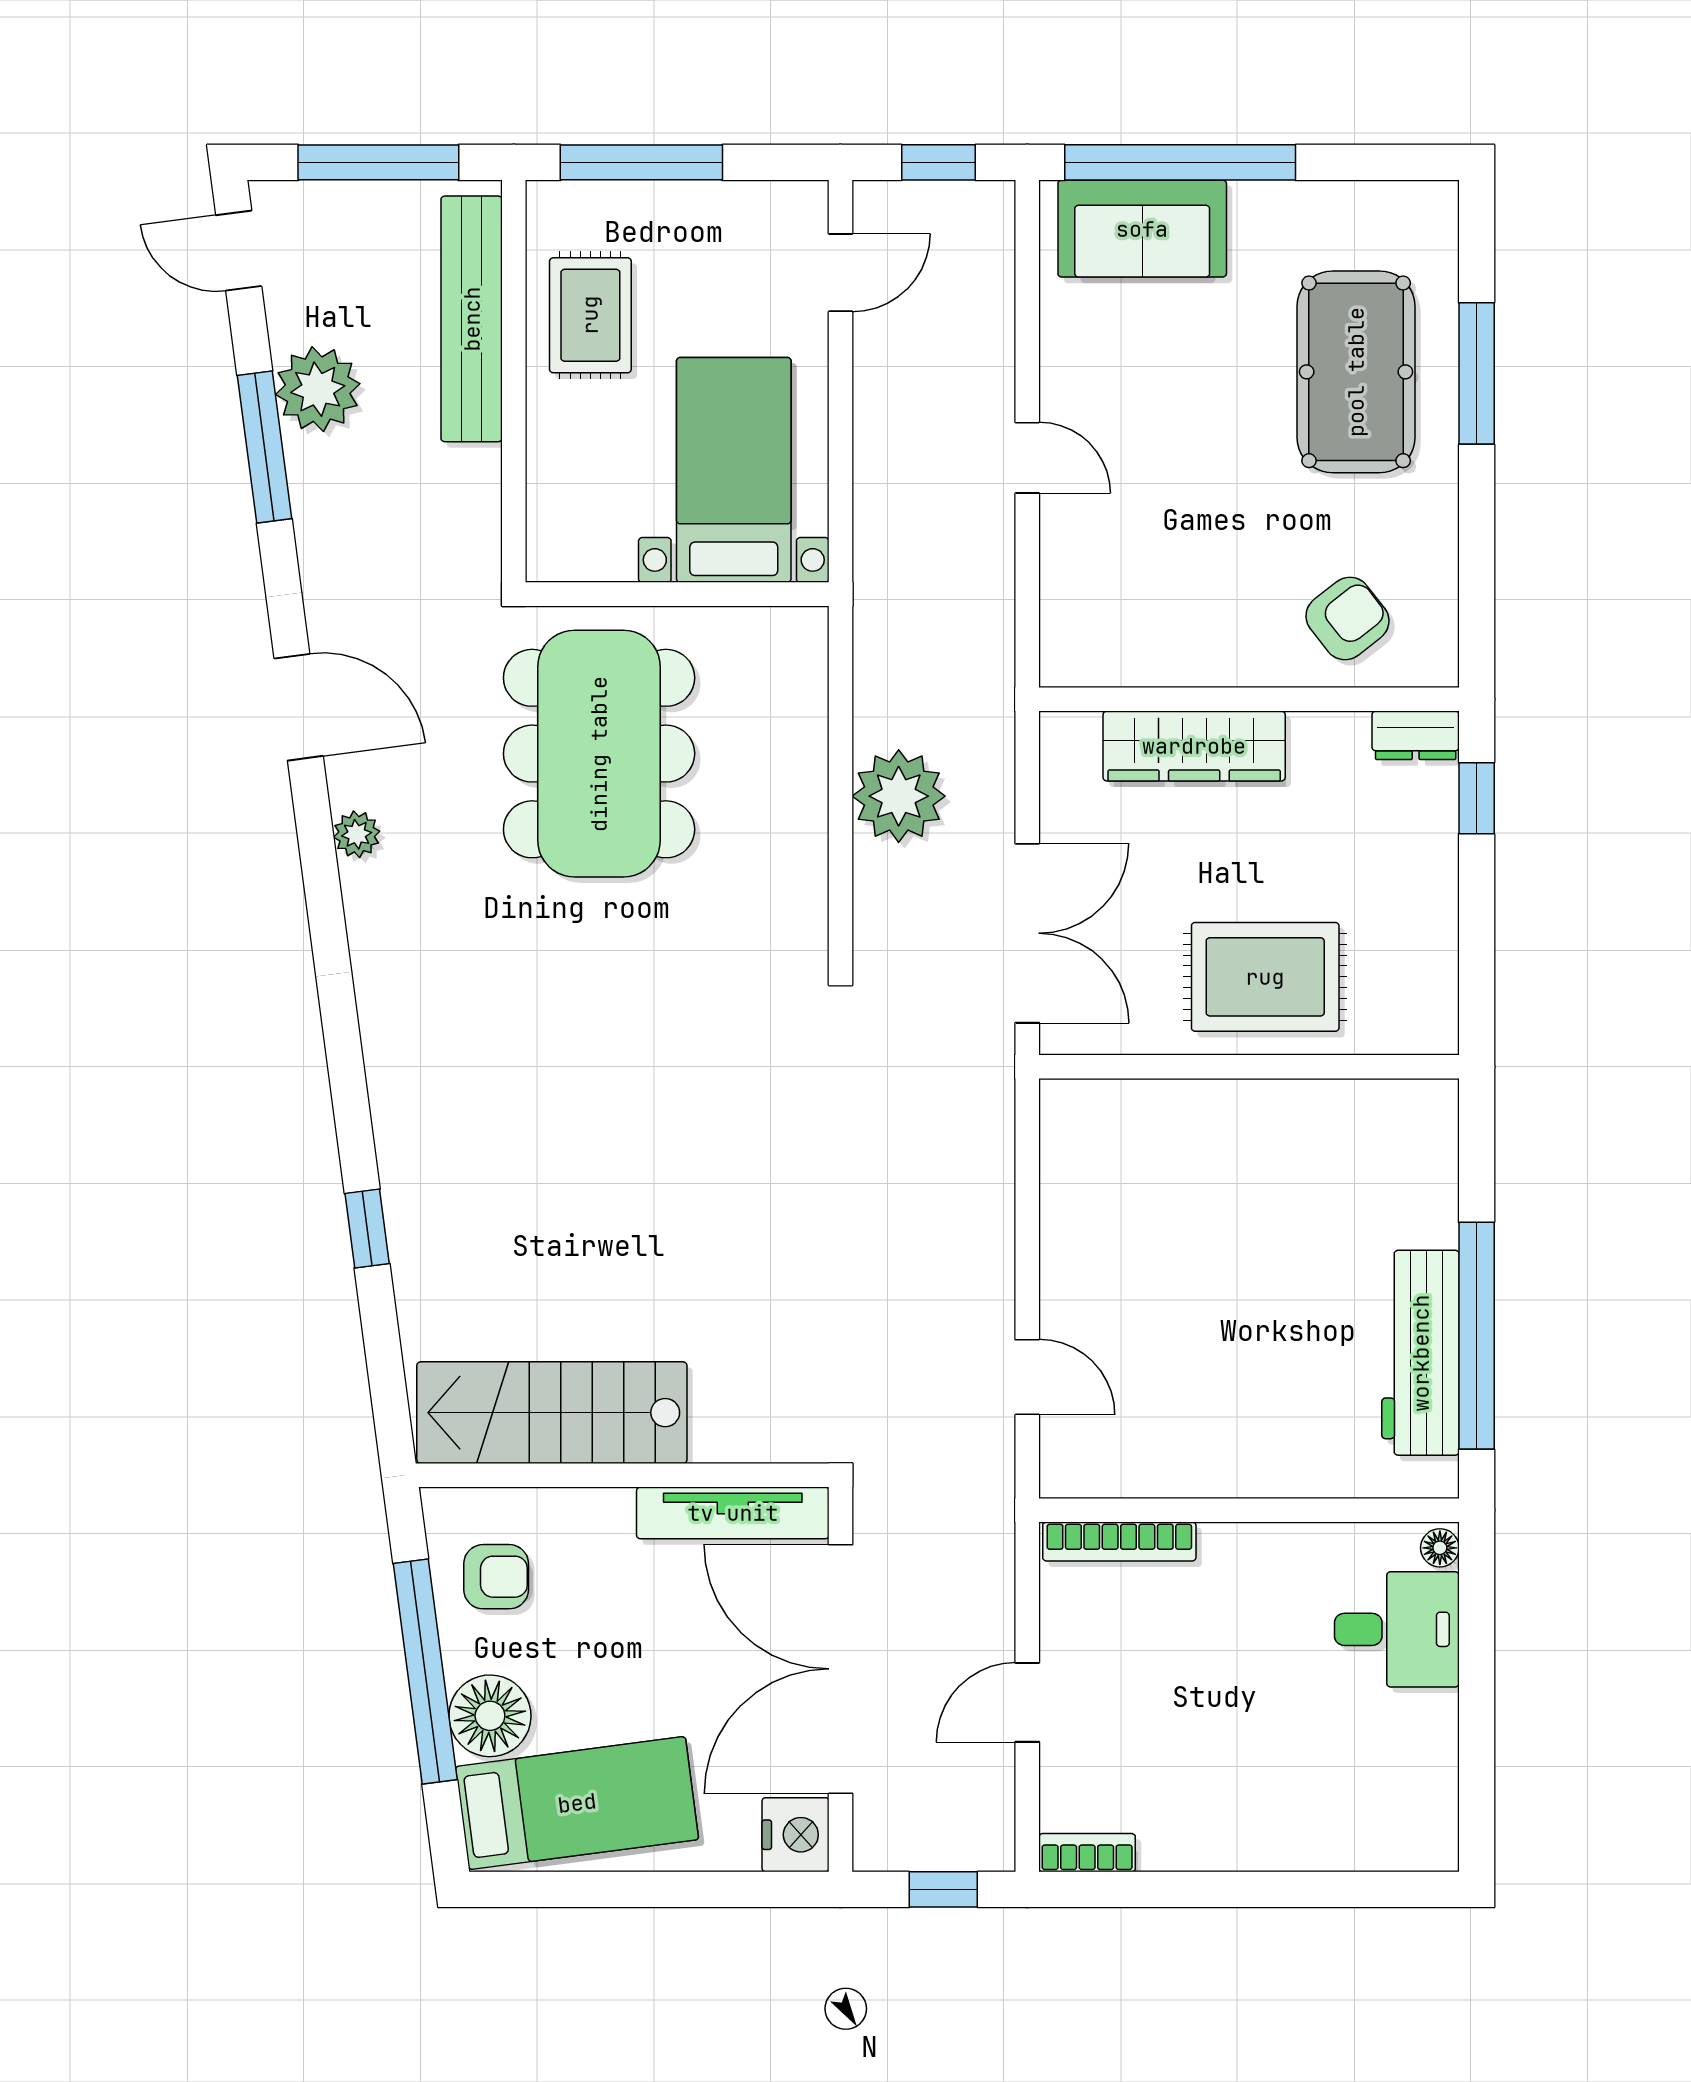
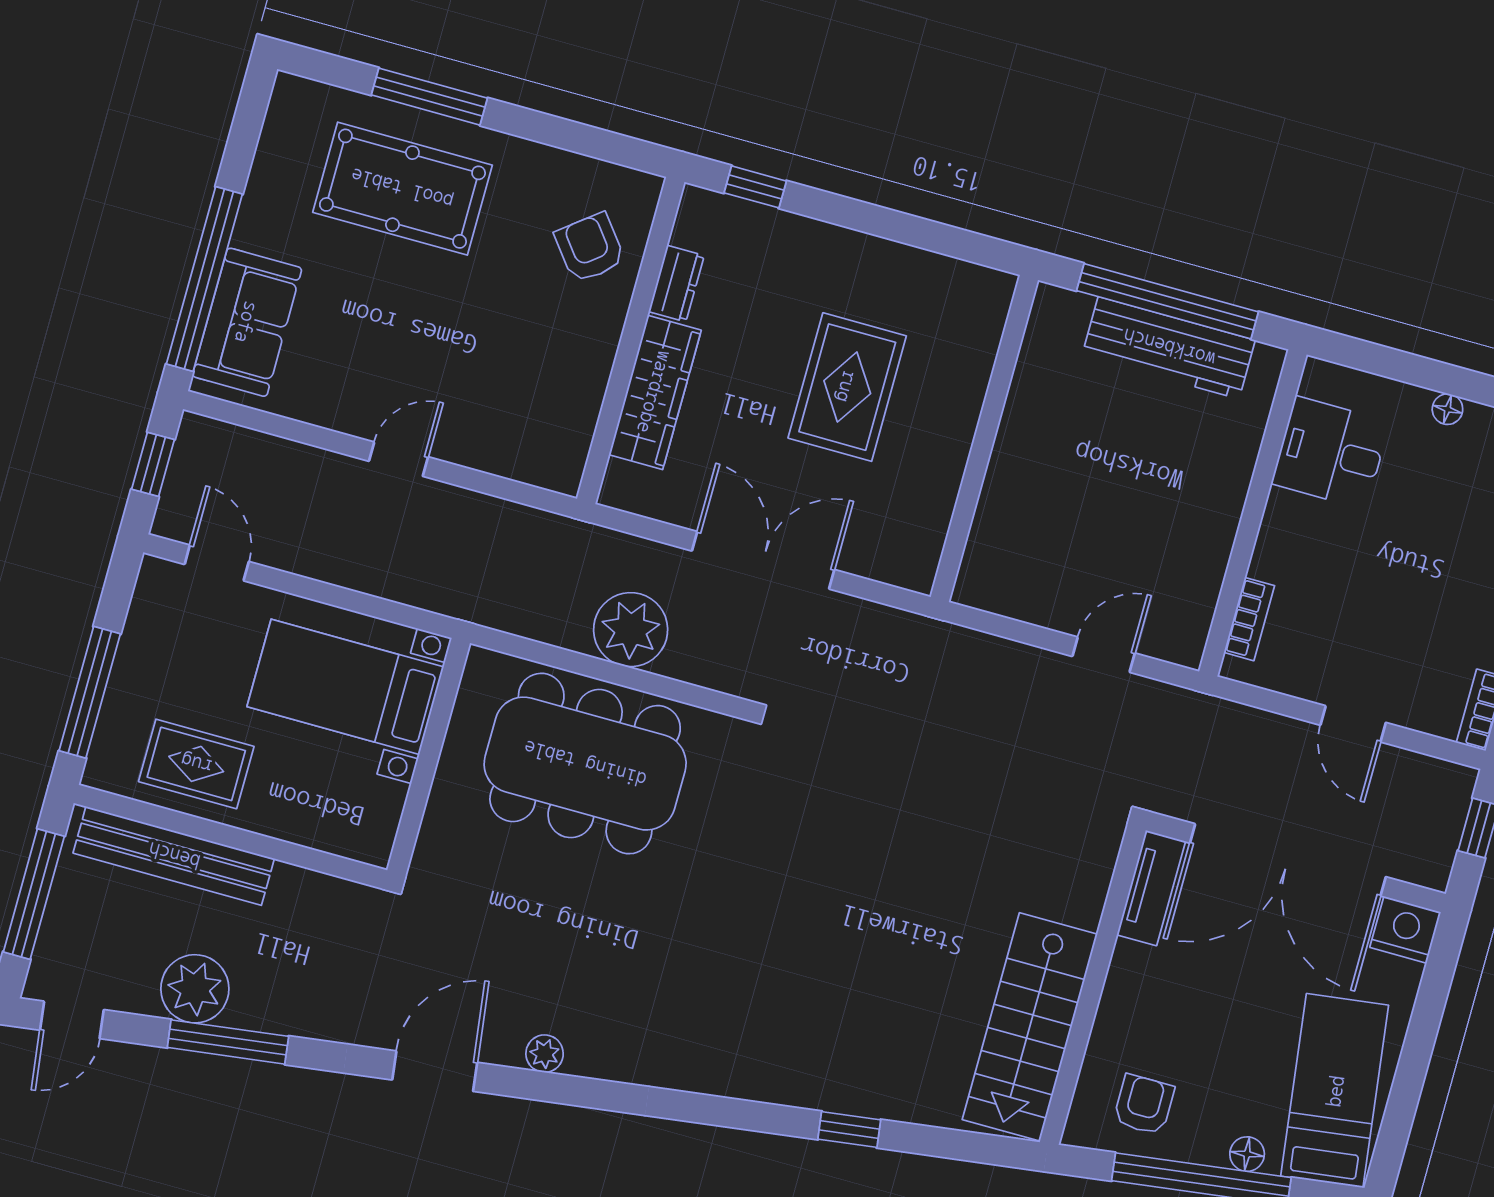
dresser: (1416, 735) -> (676, 284), moved
dining table: (599, 754) -> (585, 764), moved
wall: (1249, 1067) -> (984, 438), moved
tv unit: (733, 1513) -> (1151, 888), width x0.71
bookcase: (1119, 1541) -> (1249, 619), width x0.64
floor lamp: (1440, 1548) -> (1447, 409), moved
desk: (1397, 1629) -> (1331, 453), moved, turned -90
floor lamp: (490, 1716) -> (1247, 1154), width x0.53, depth x0.53

